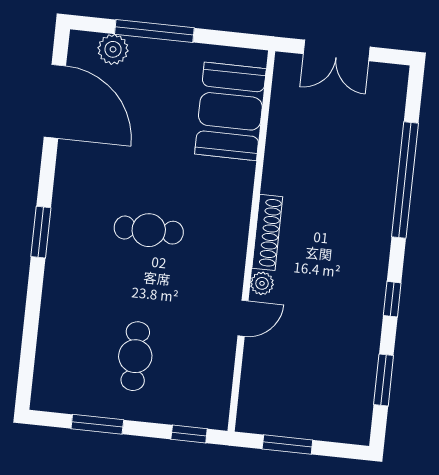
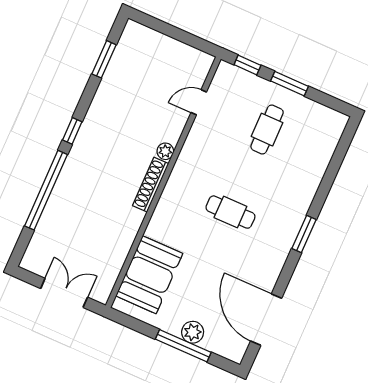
plant: (113, 49) -> (193, 332), moved
window: (392, 299) -> (72, 131), moved
door: (243, 318) -> (199, 102), moved
window: (97, 424) -> (289, 84), moved
window: (287, 445) -> (183, 36), removed

